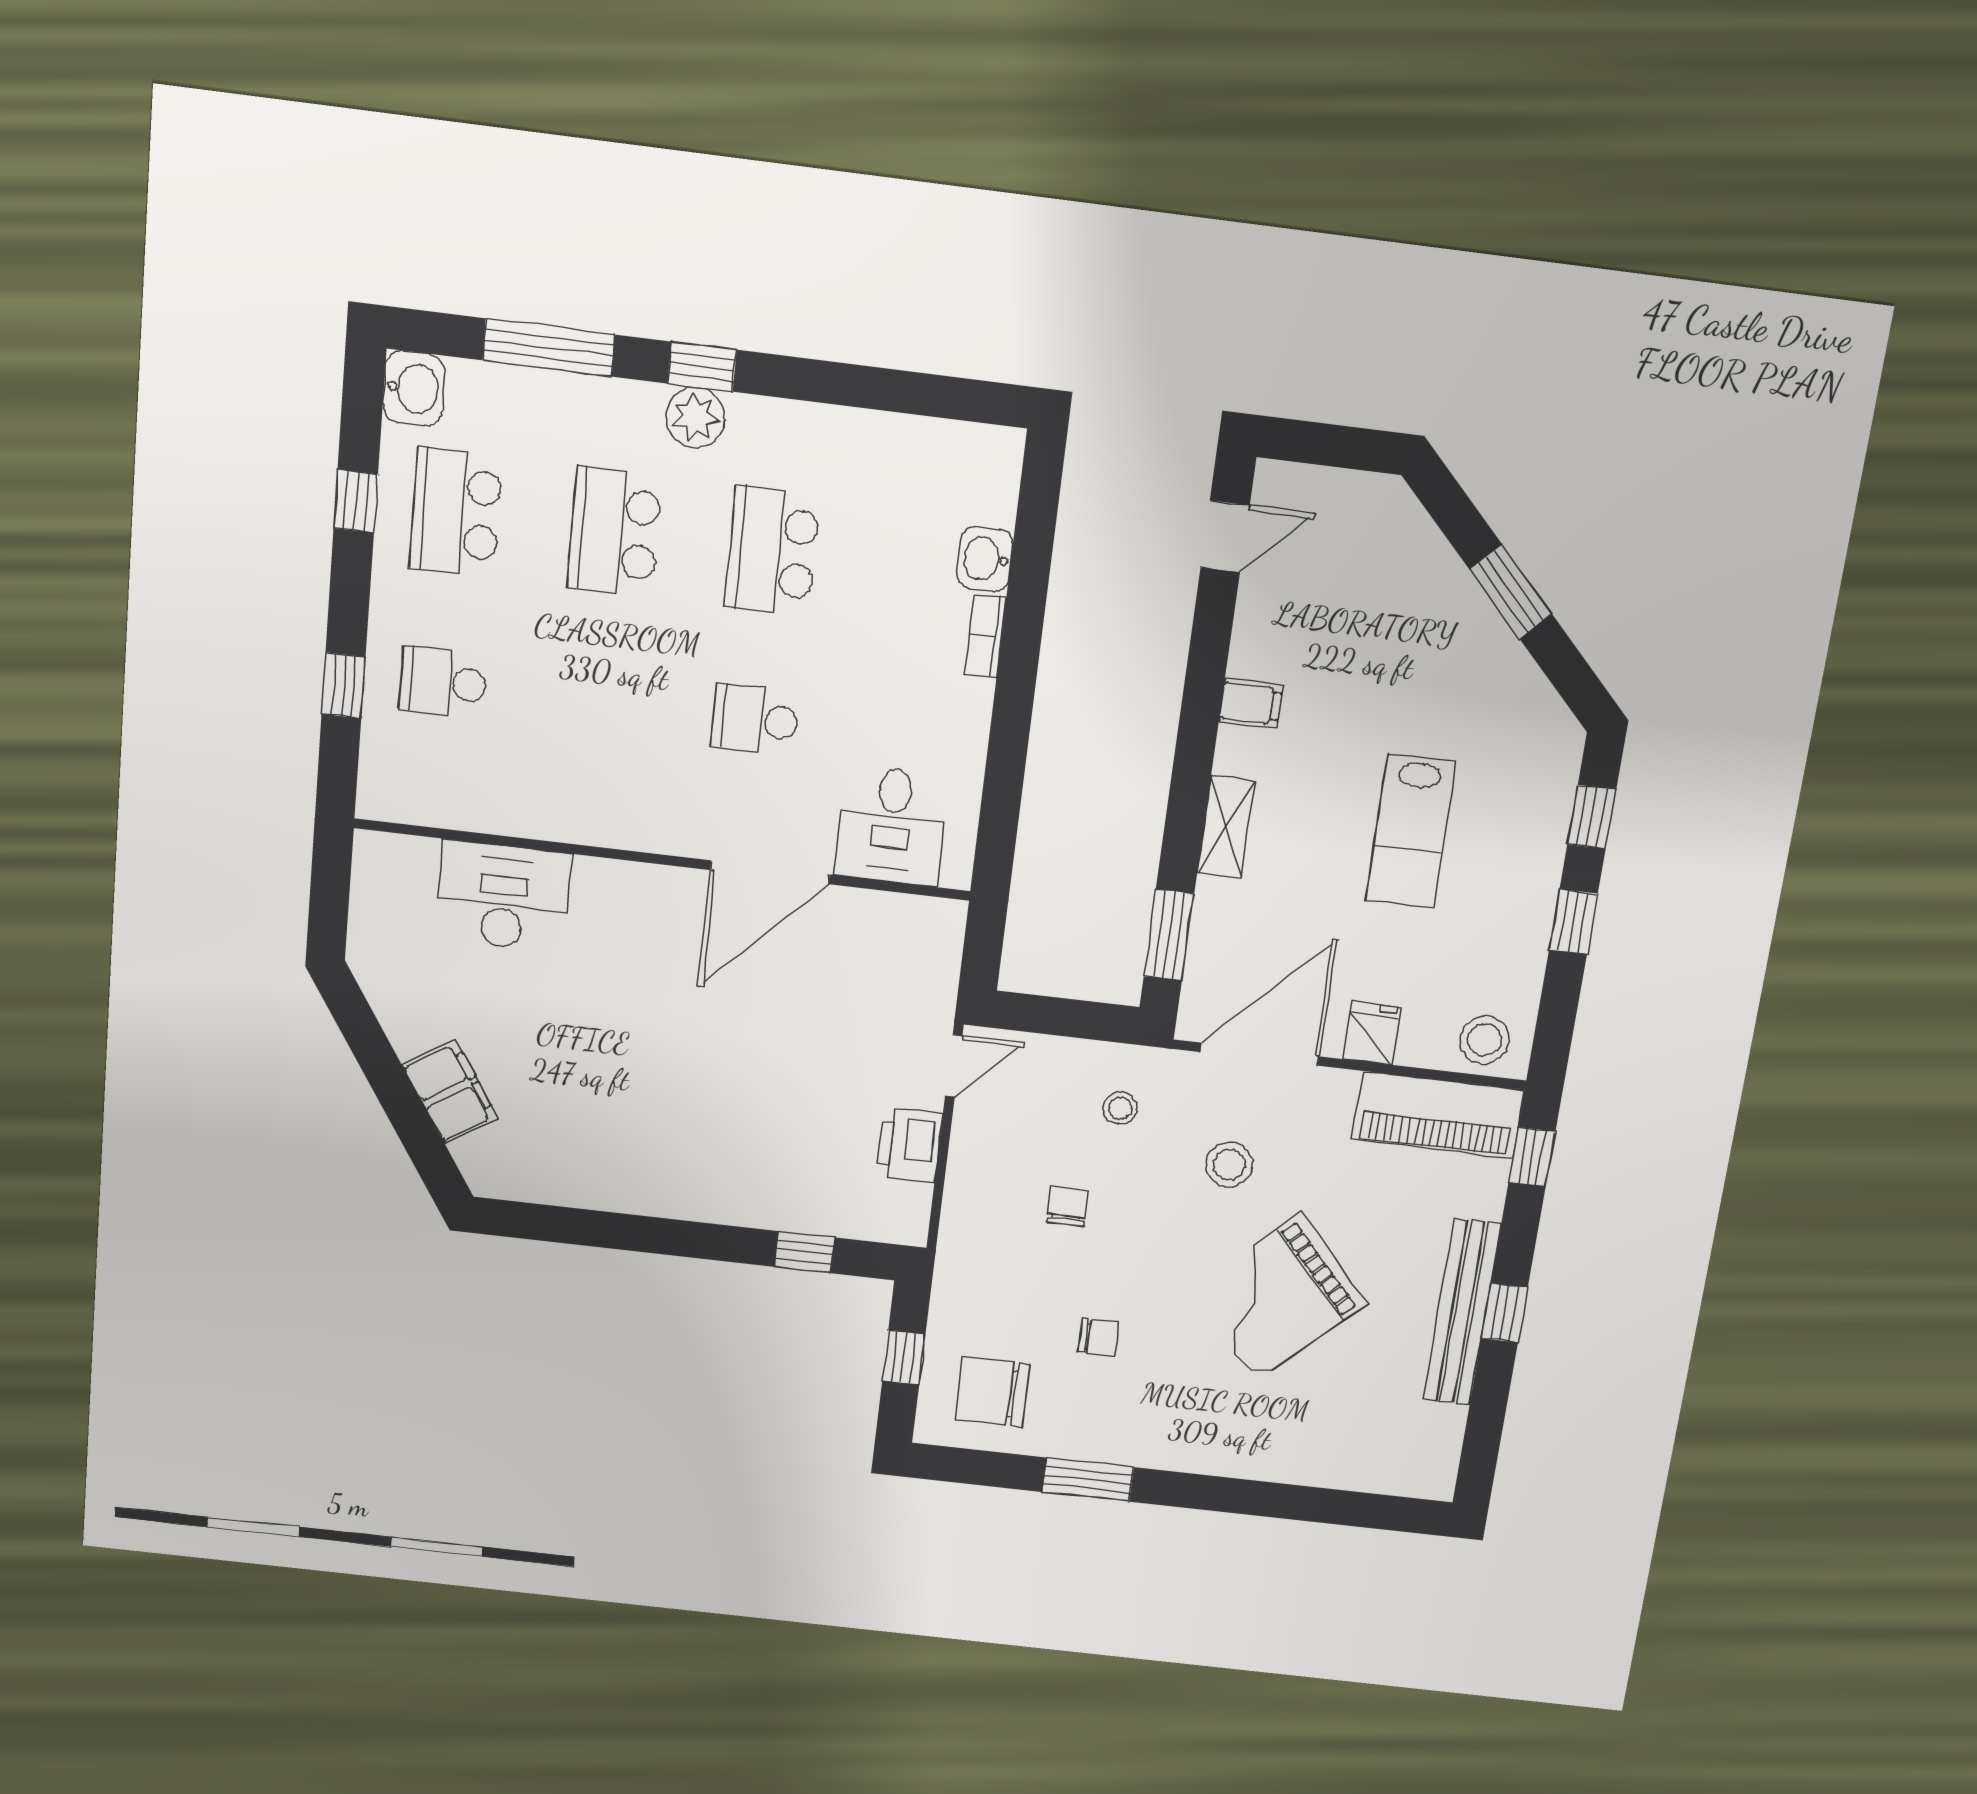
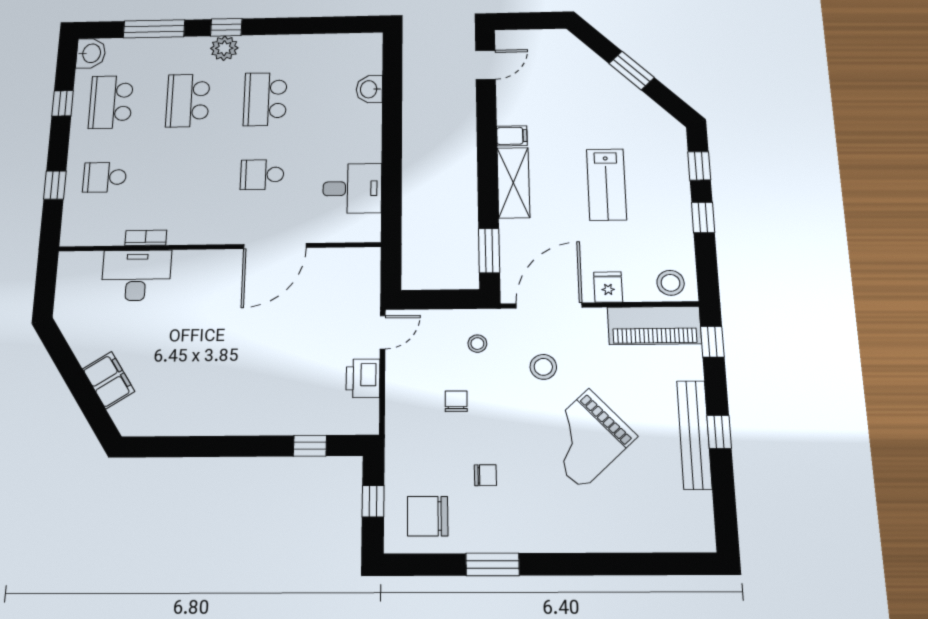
bookcase: (986, 636) -> (146, 238), moved, turned 90
desk: (892, 826) -> (352, 188), moved, turned -90
shelving: (1226, 827) -> (513, 183), width x1.50, depth x1.33

